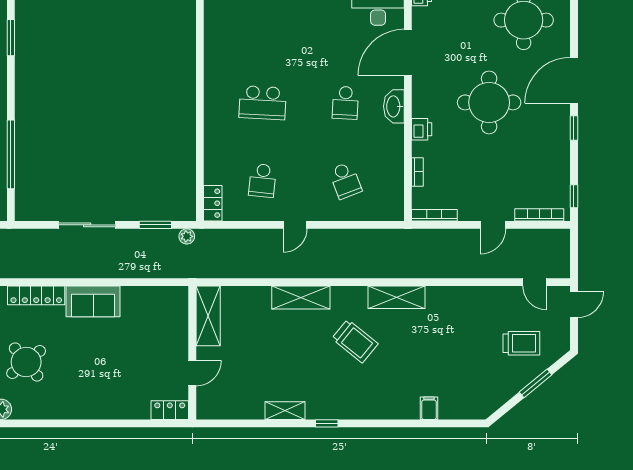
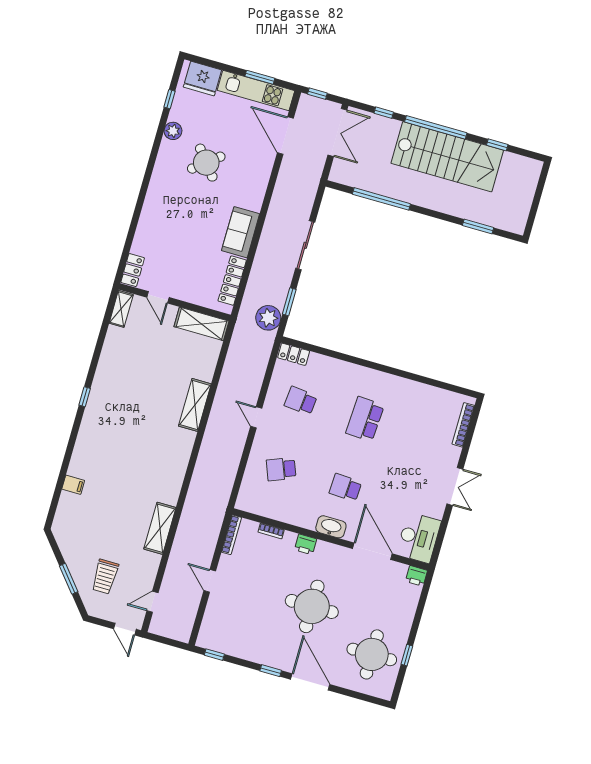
bookcase: (539, 215) -> (207, 622), removed
plant: (187, 236) -> (268, 318), width x1.88, depth x1.88
locker: (36, 295) -> (232, 281), moved
shelving: (397, 297) -> (160, 528), moved
trolley: (355, 341) -> (146, 439), removed
shelving: (285, 411) -> (121, 309), moved

